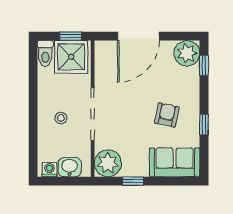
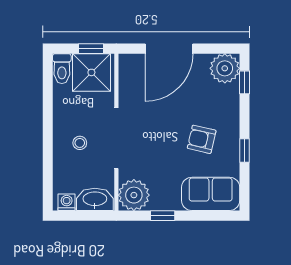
armchair: (167, 115) -> (202, 139), turned -89
washbasin: (70, 167) -> (95, 199), width x1.38

